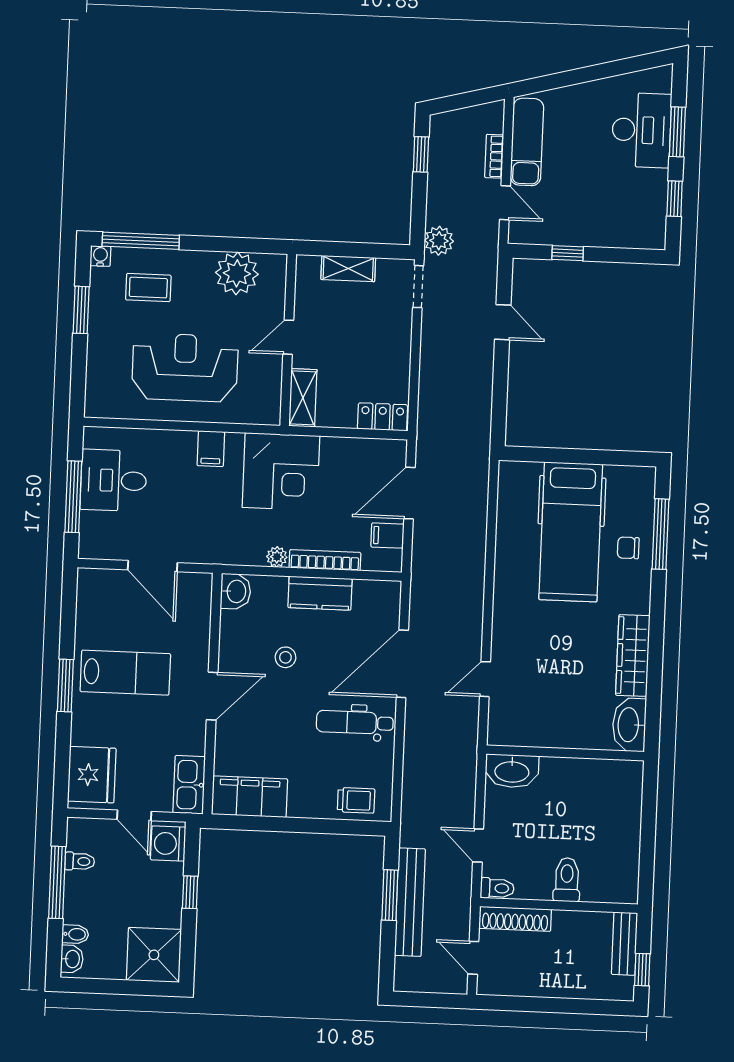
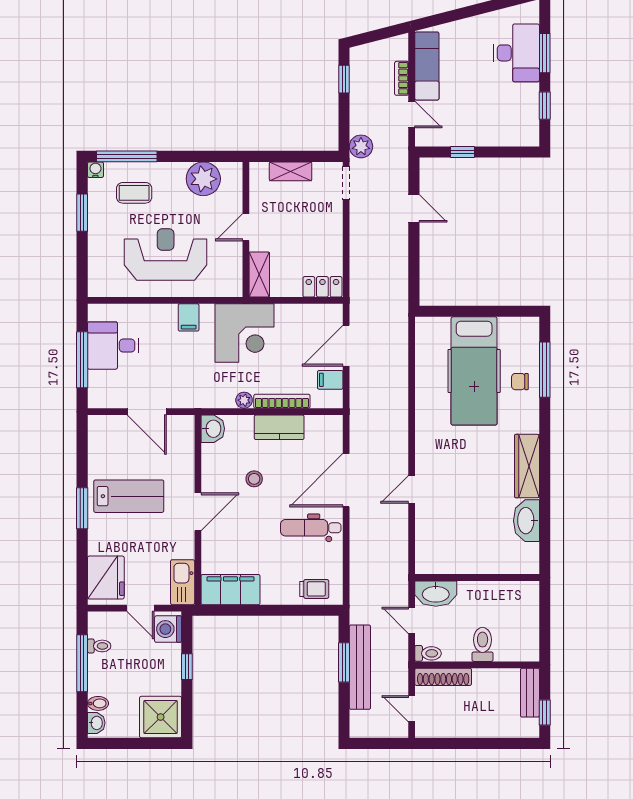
wall: (565, 753) -> (477, 578), moved
washbasin: (512, 771) -> (436, 594), moved

